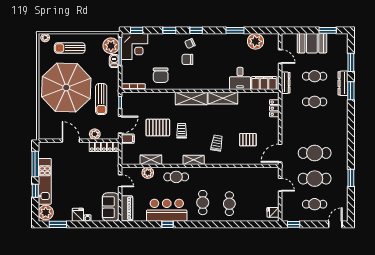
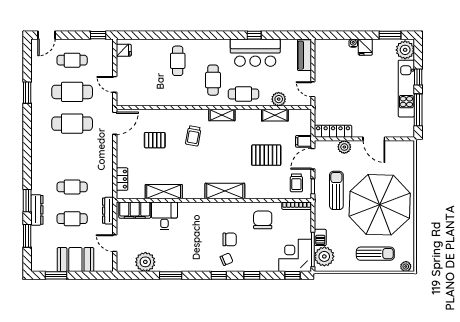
shelving: (223, 98) -> (164, 192), moved
trolley: (182, 131) -> (296, 183), moved
cafe table: (203, 203) -> (213, 80), moved
sofa: (111, 207) -> (325, 57), removed

